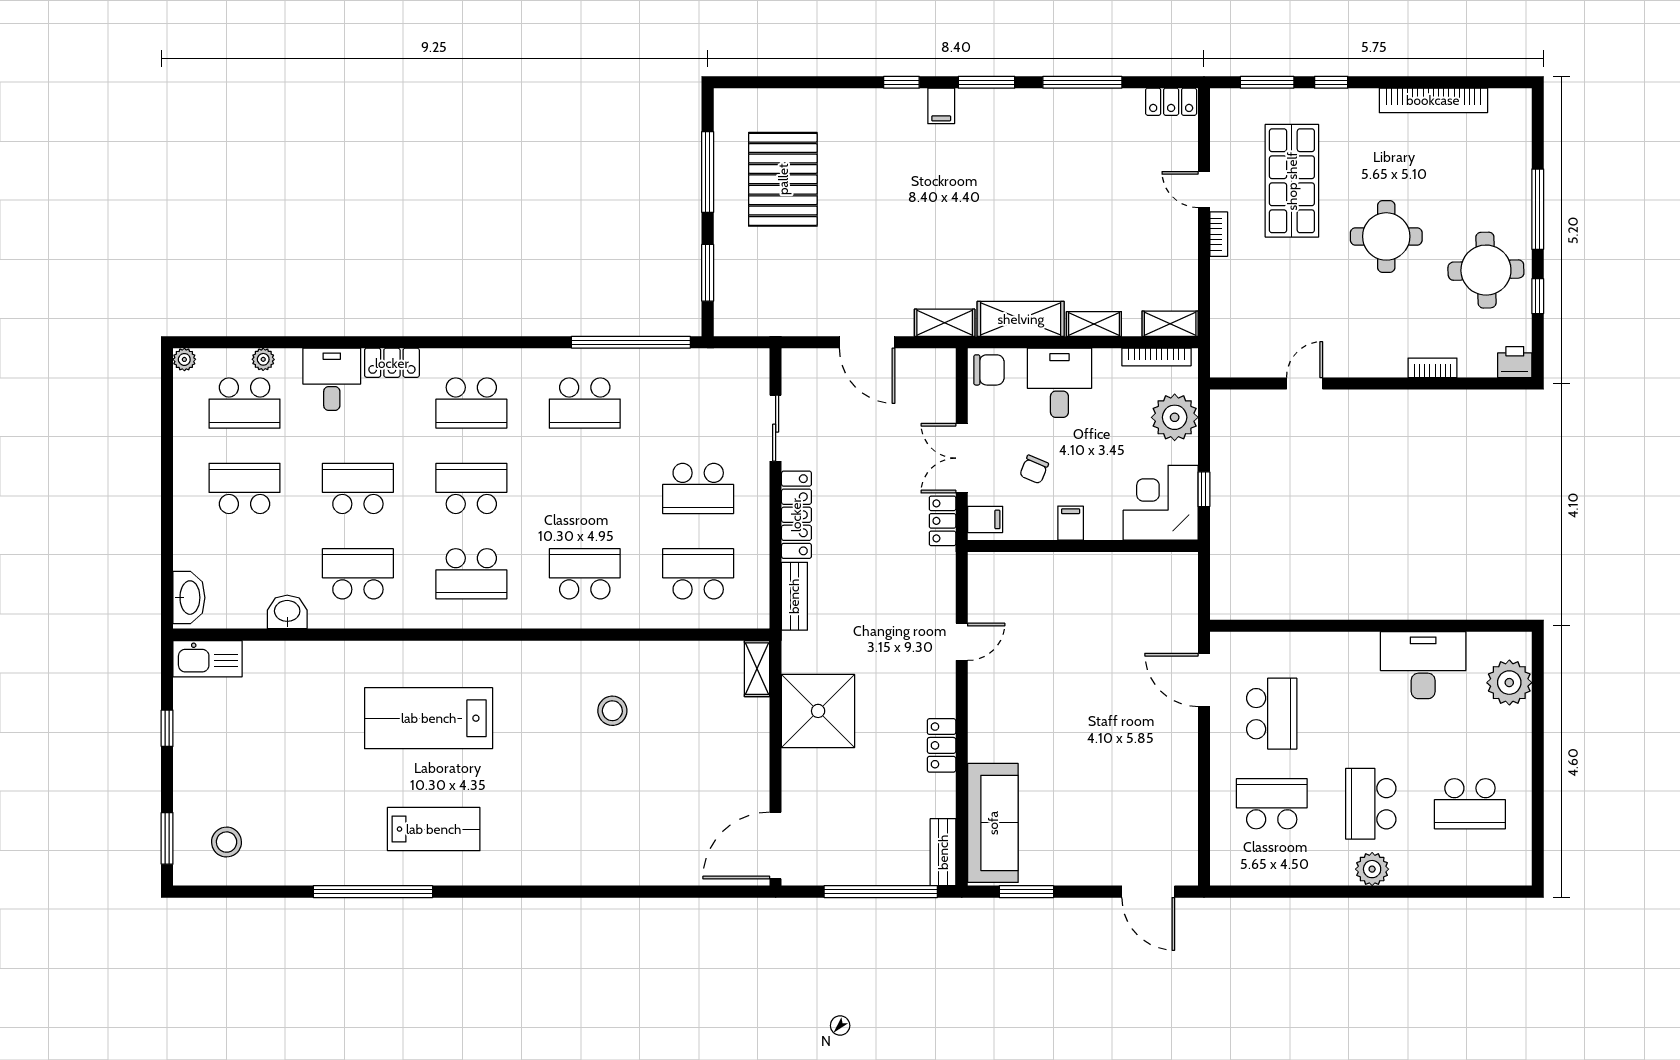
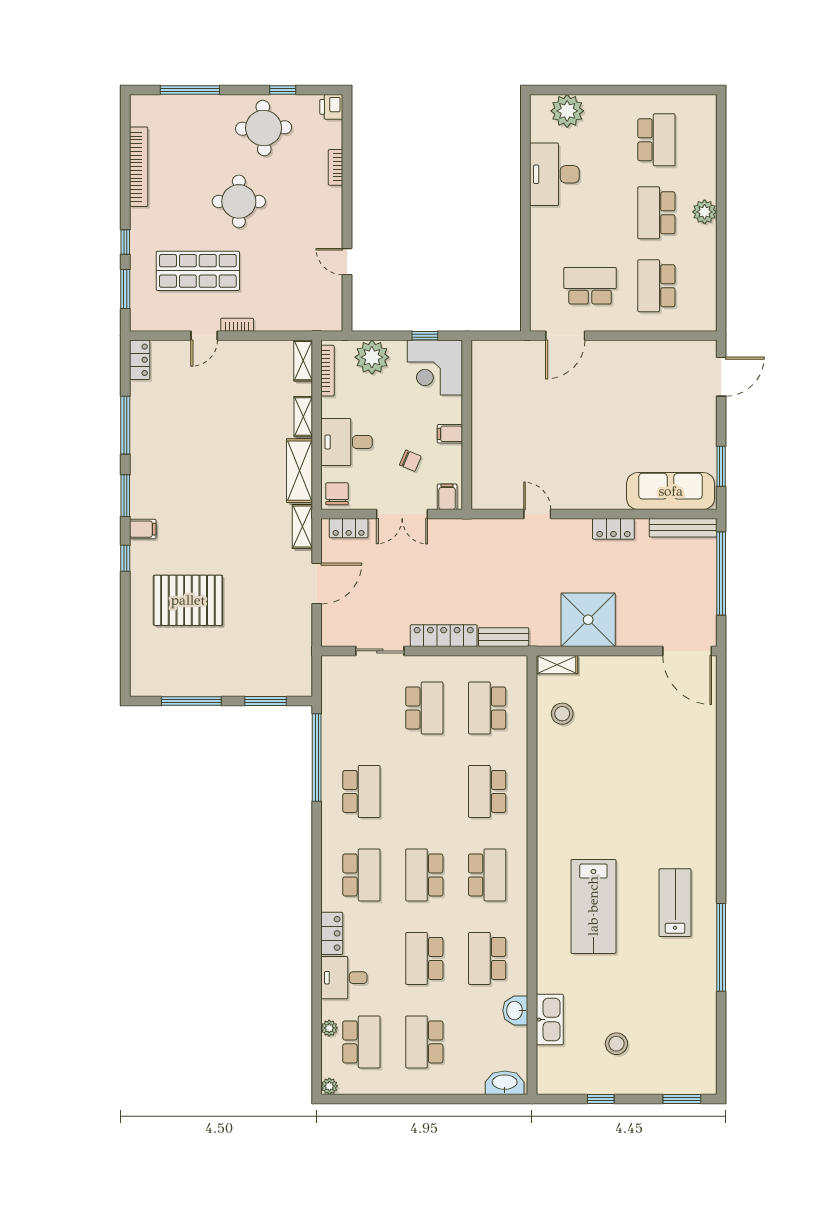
pallet: (783, 179) -> (188, 600), moved
window: (1538, 209) -> (190, 90), moved
locker: (943, 521) -> (349, 528), moved
kitchen sink: (208, 659) -> (550, 1019), moved
stool: (612, 711) -> (562, 714), moved
school desk: (1371, 804) -> (656, 213), turned 90
stool: (227, 842) -> (616, 1044), moved
bench: (943, 852) -> (683, 528), width x1.36

